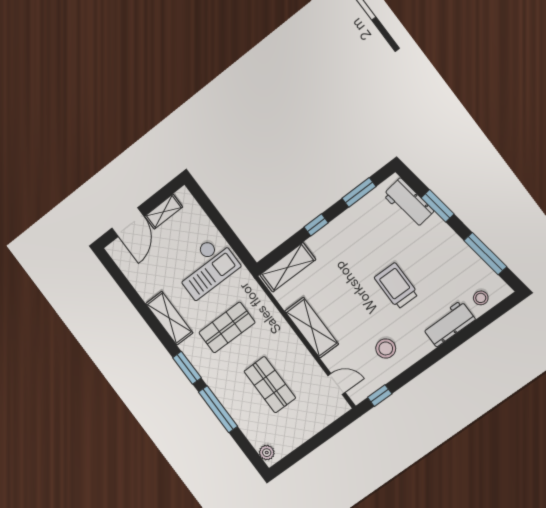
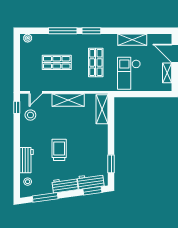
window: (438, 206) -> (92, 191), moved
window: (316, 225) -> (111, 135), removed
workbench: (443, 237) -> (65, 185), added
trolley: (396, 286) -> (59, 150), turned -90
shelving: (169, 318) -> (132, 40), moved
stool: (386, 348) -> (30, 115), moved

